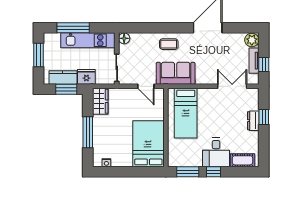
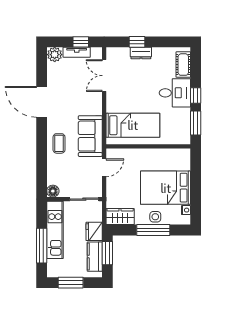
side table: (100, 134) -> (155, 217), added
bed: (148, 144) -> (166, 188), moved

